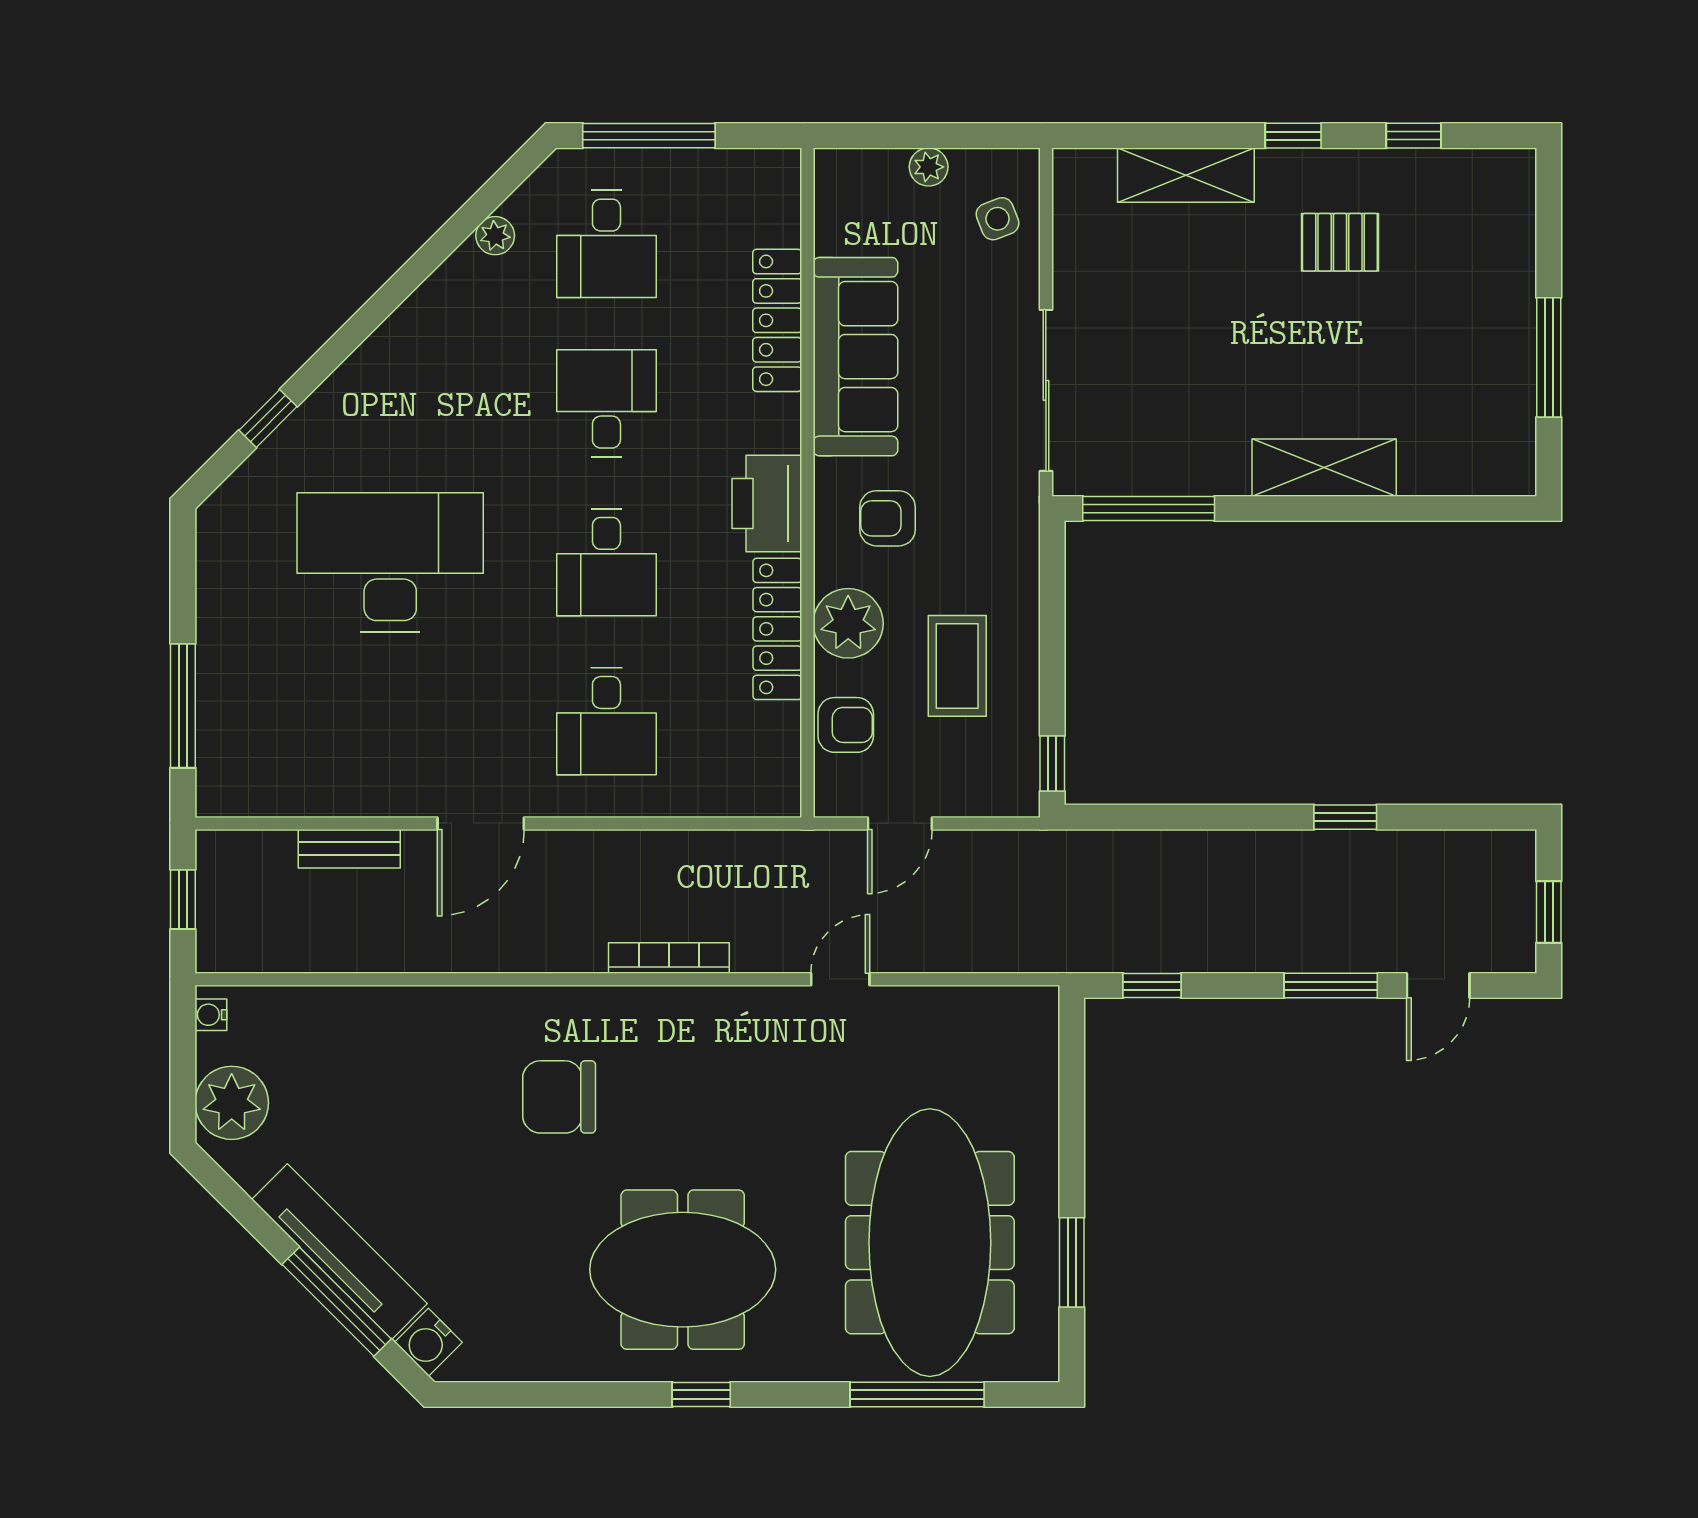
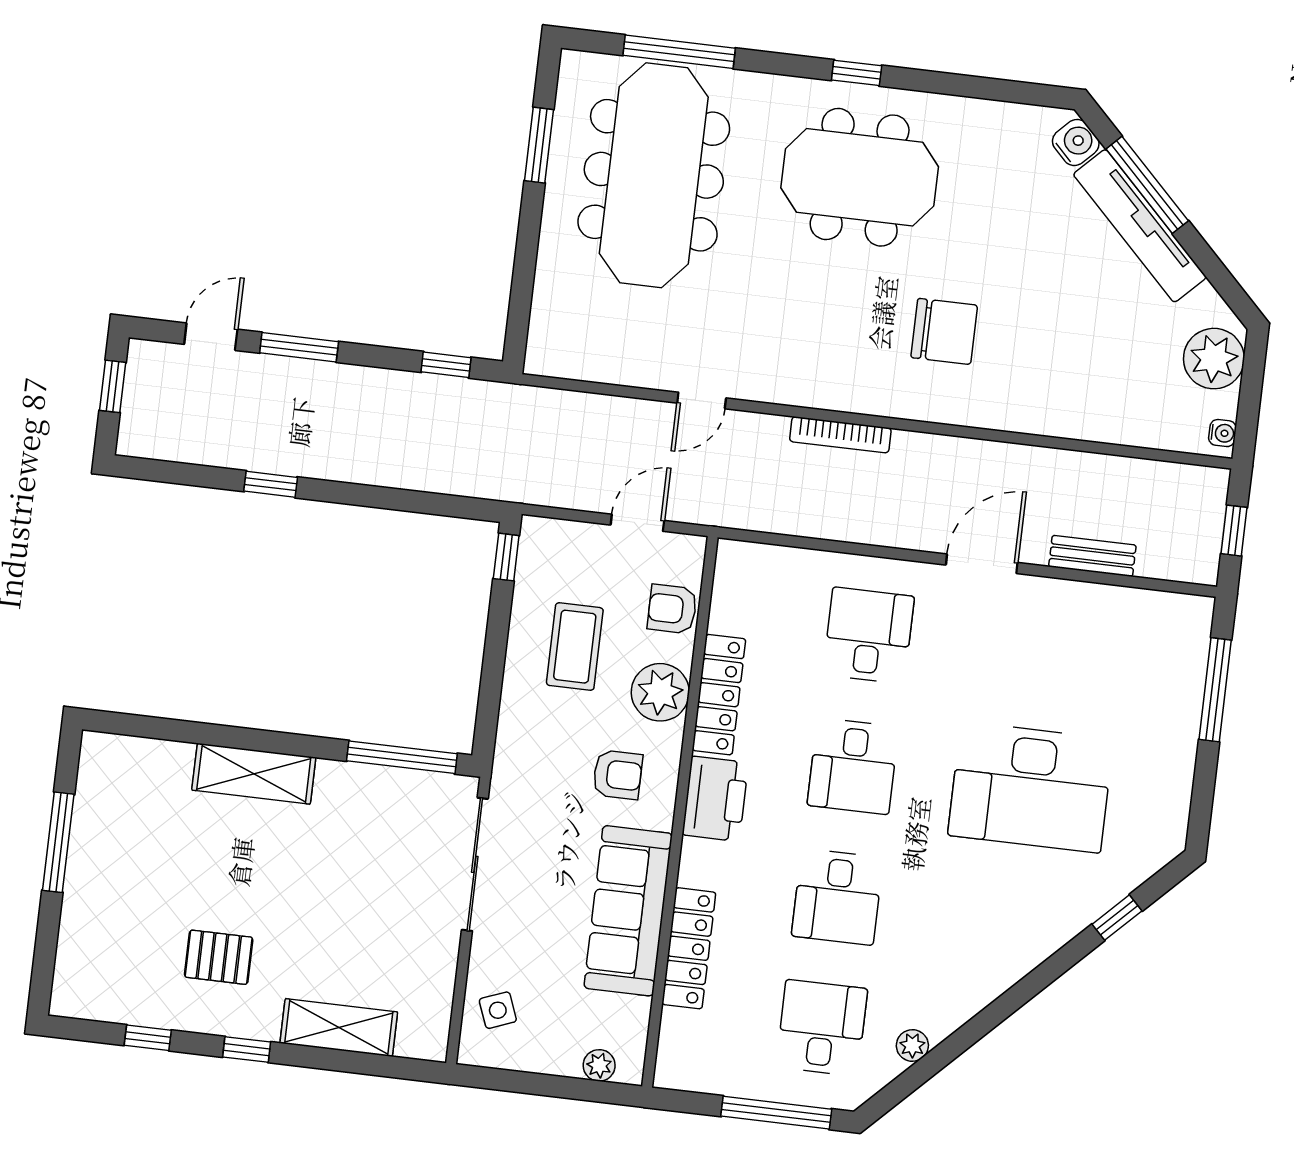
plant: (929, 167) -> (599, 1065), moved
desk: (606, 562) -> (853, 766), turned 180

